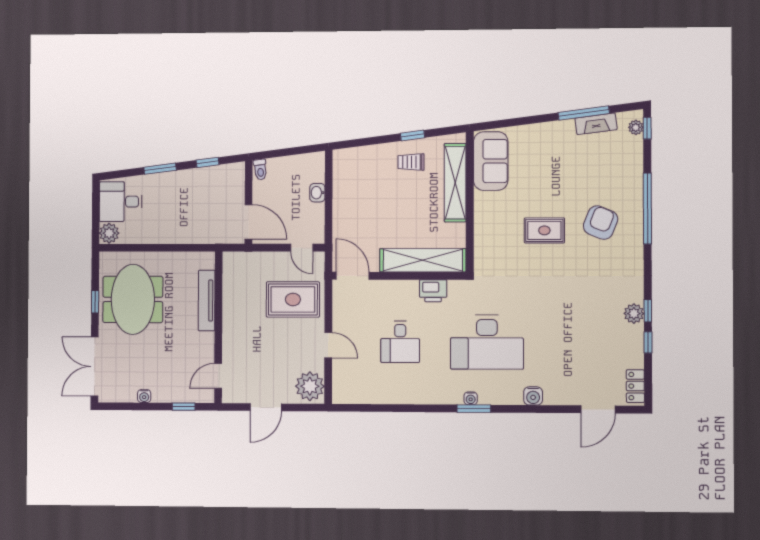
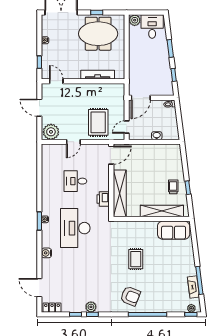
armchair: (601, 223) -> (130, 296), moved

